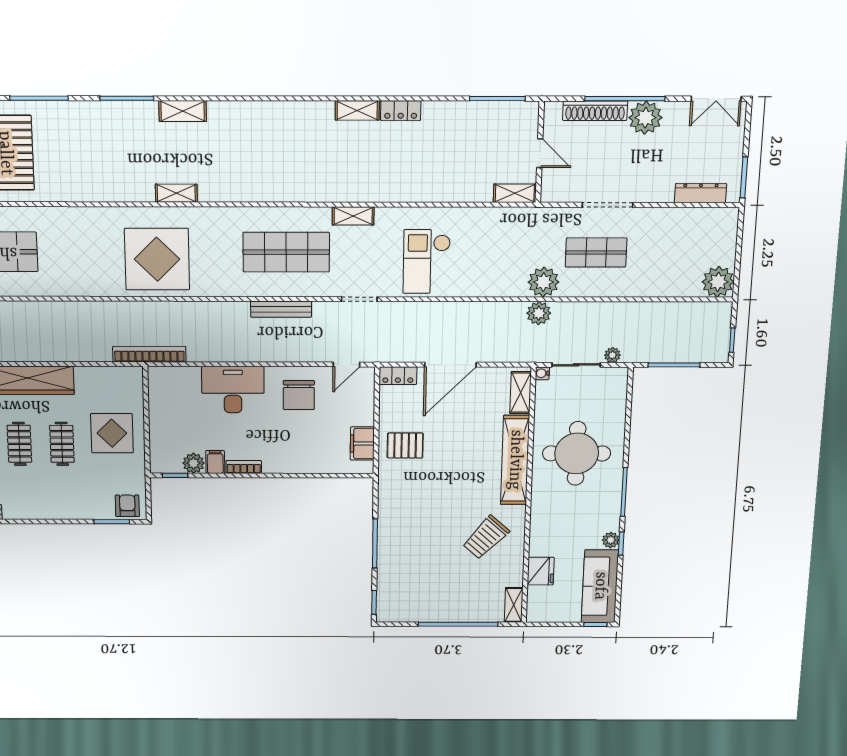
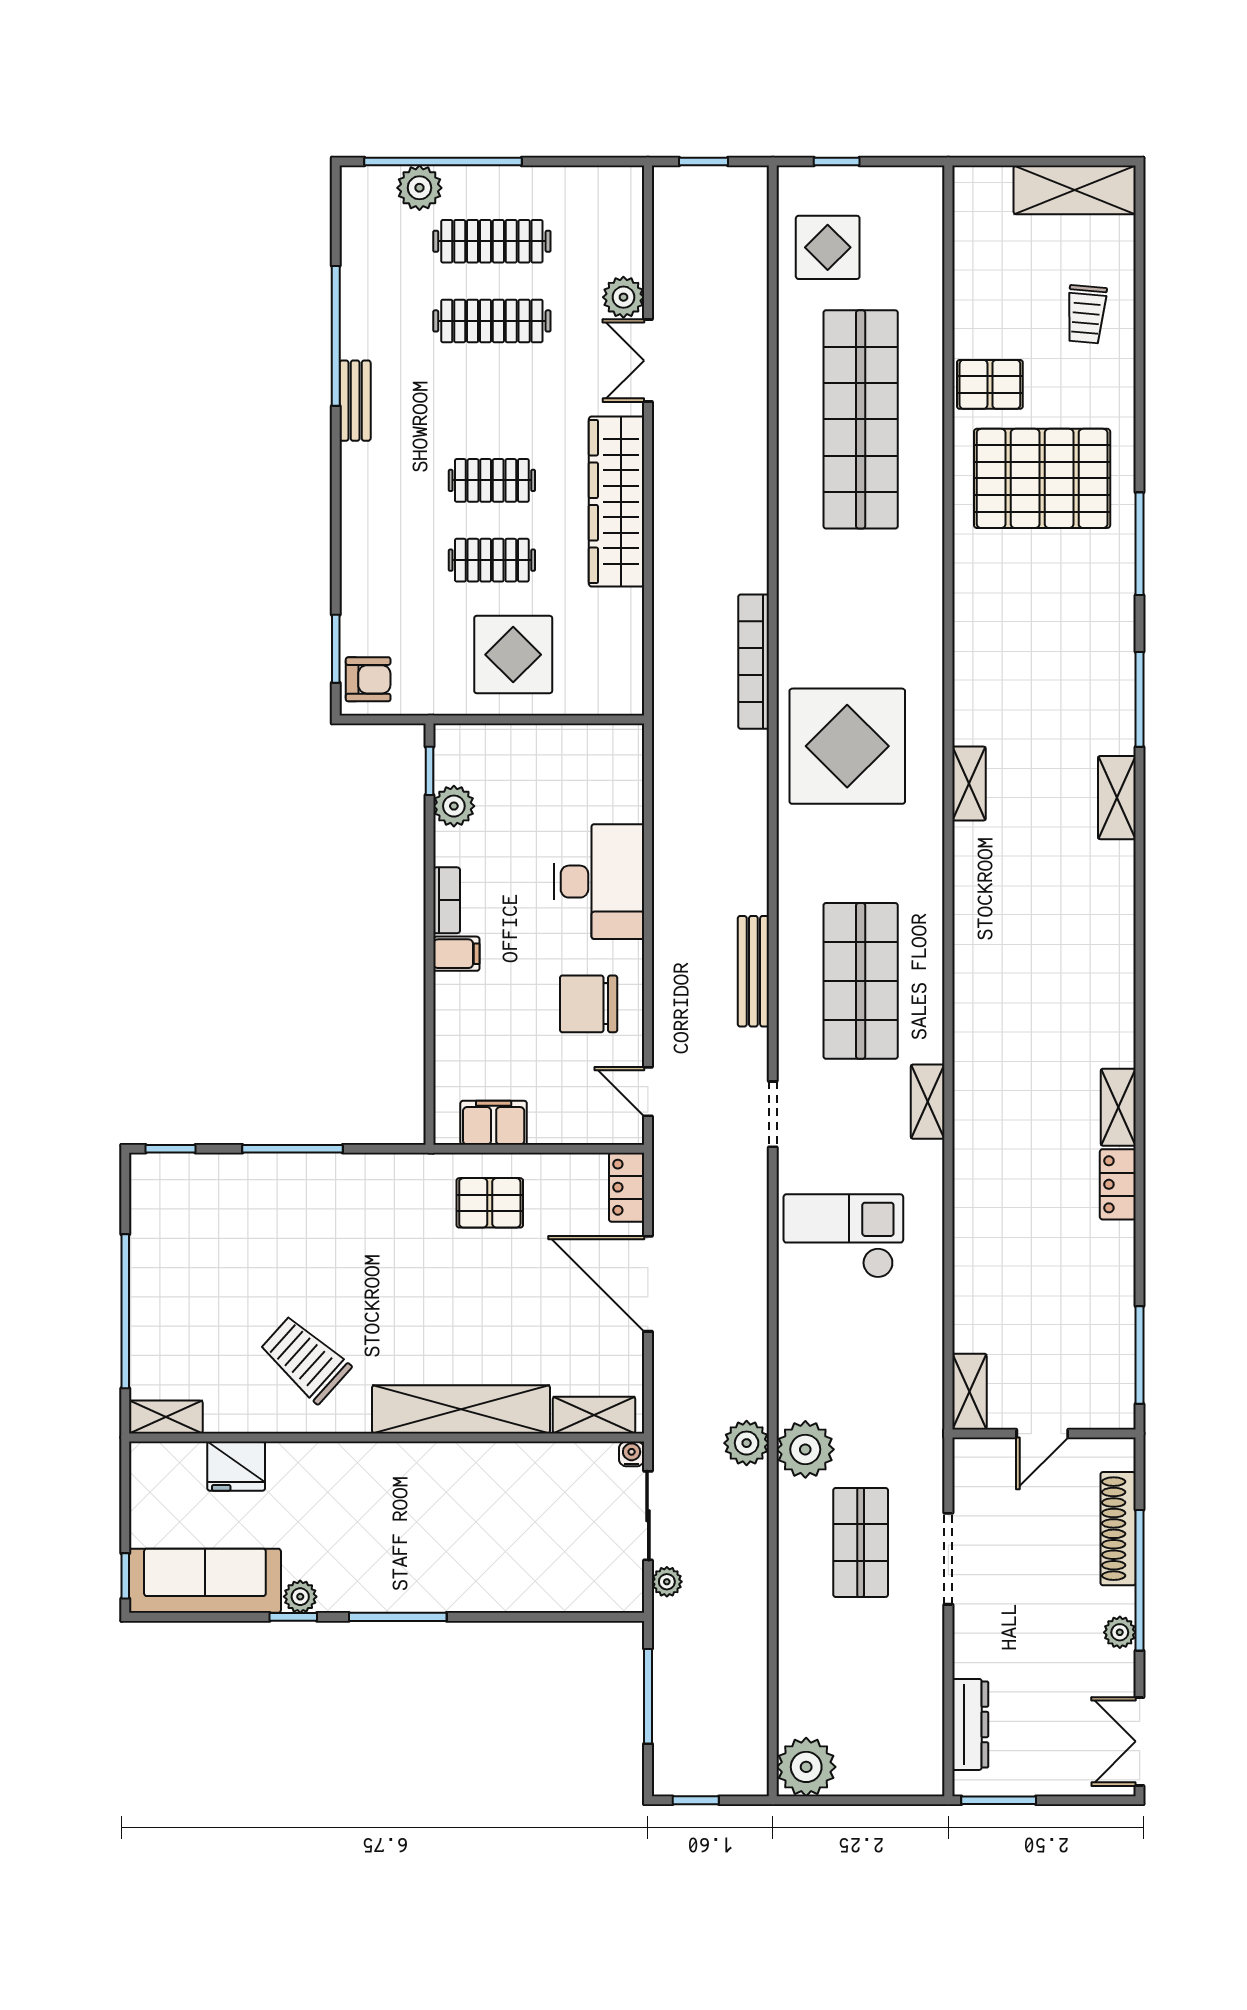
plant: (645, 118) -> (1120, 1632), width x0.53, depth x0.53
bookcase: (149, 354) -> (754, 662), moved, turned 180
pallet: (405, 446) -> (490, 1203), turned 90
round table: (577, 453) -> (475, 1524), removed
filing cabinet: (215, 462) -> (456, 954), moved

